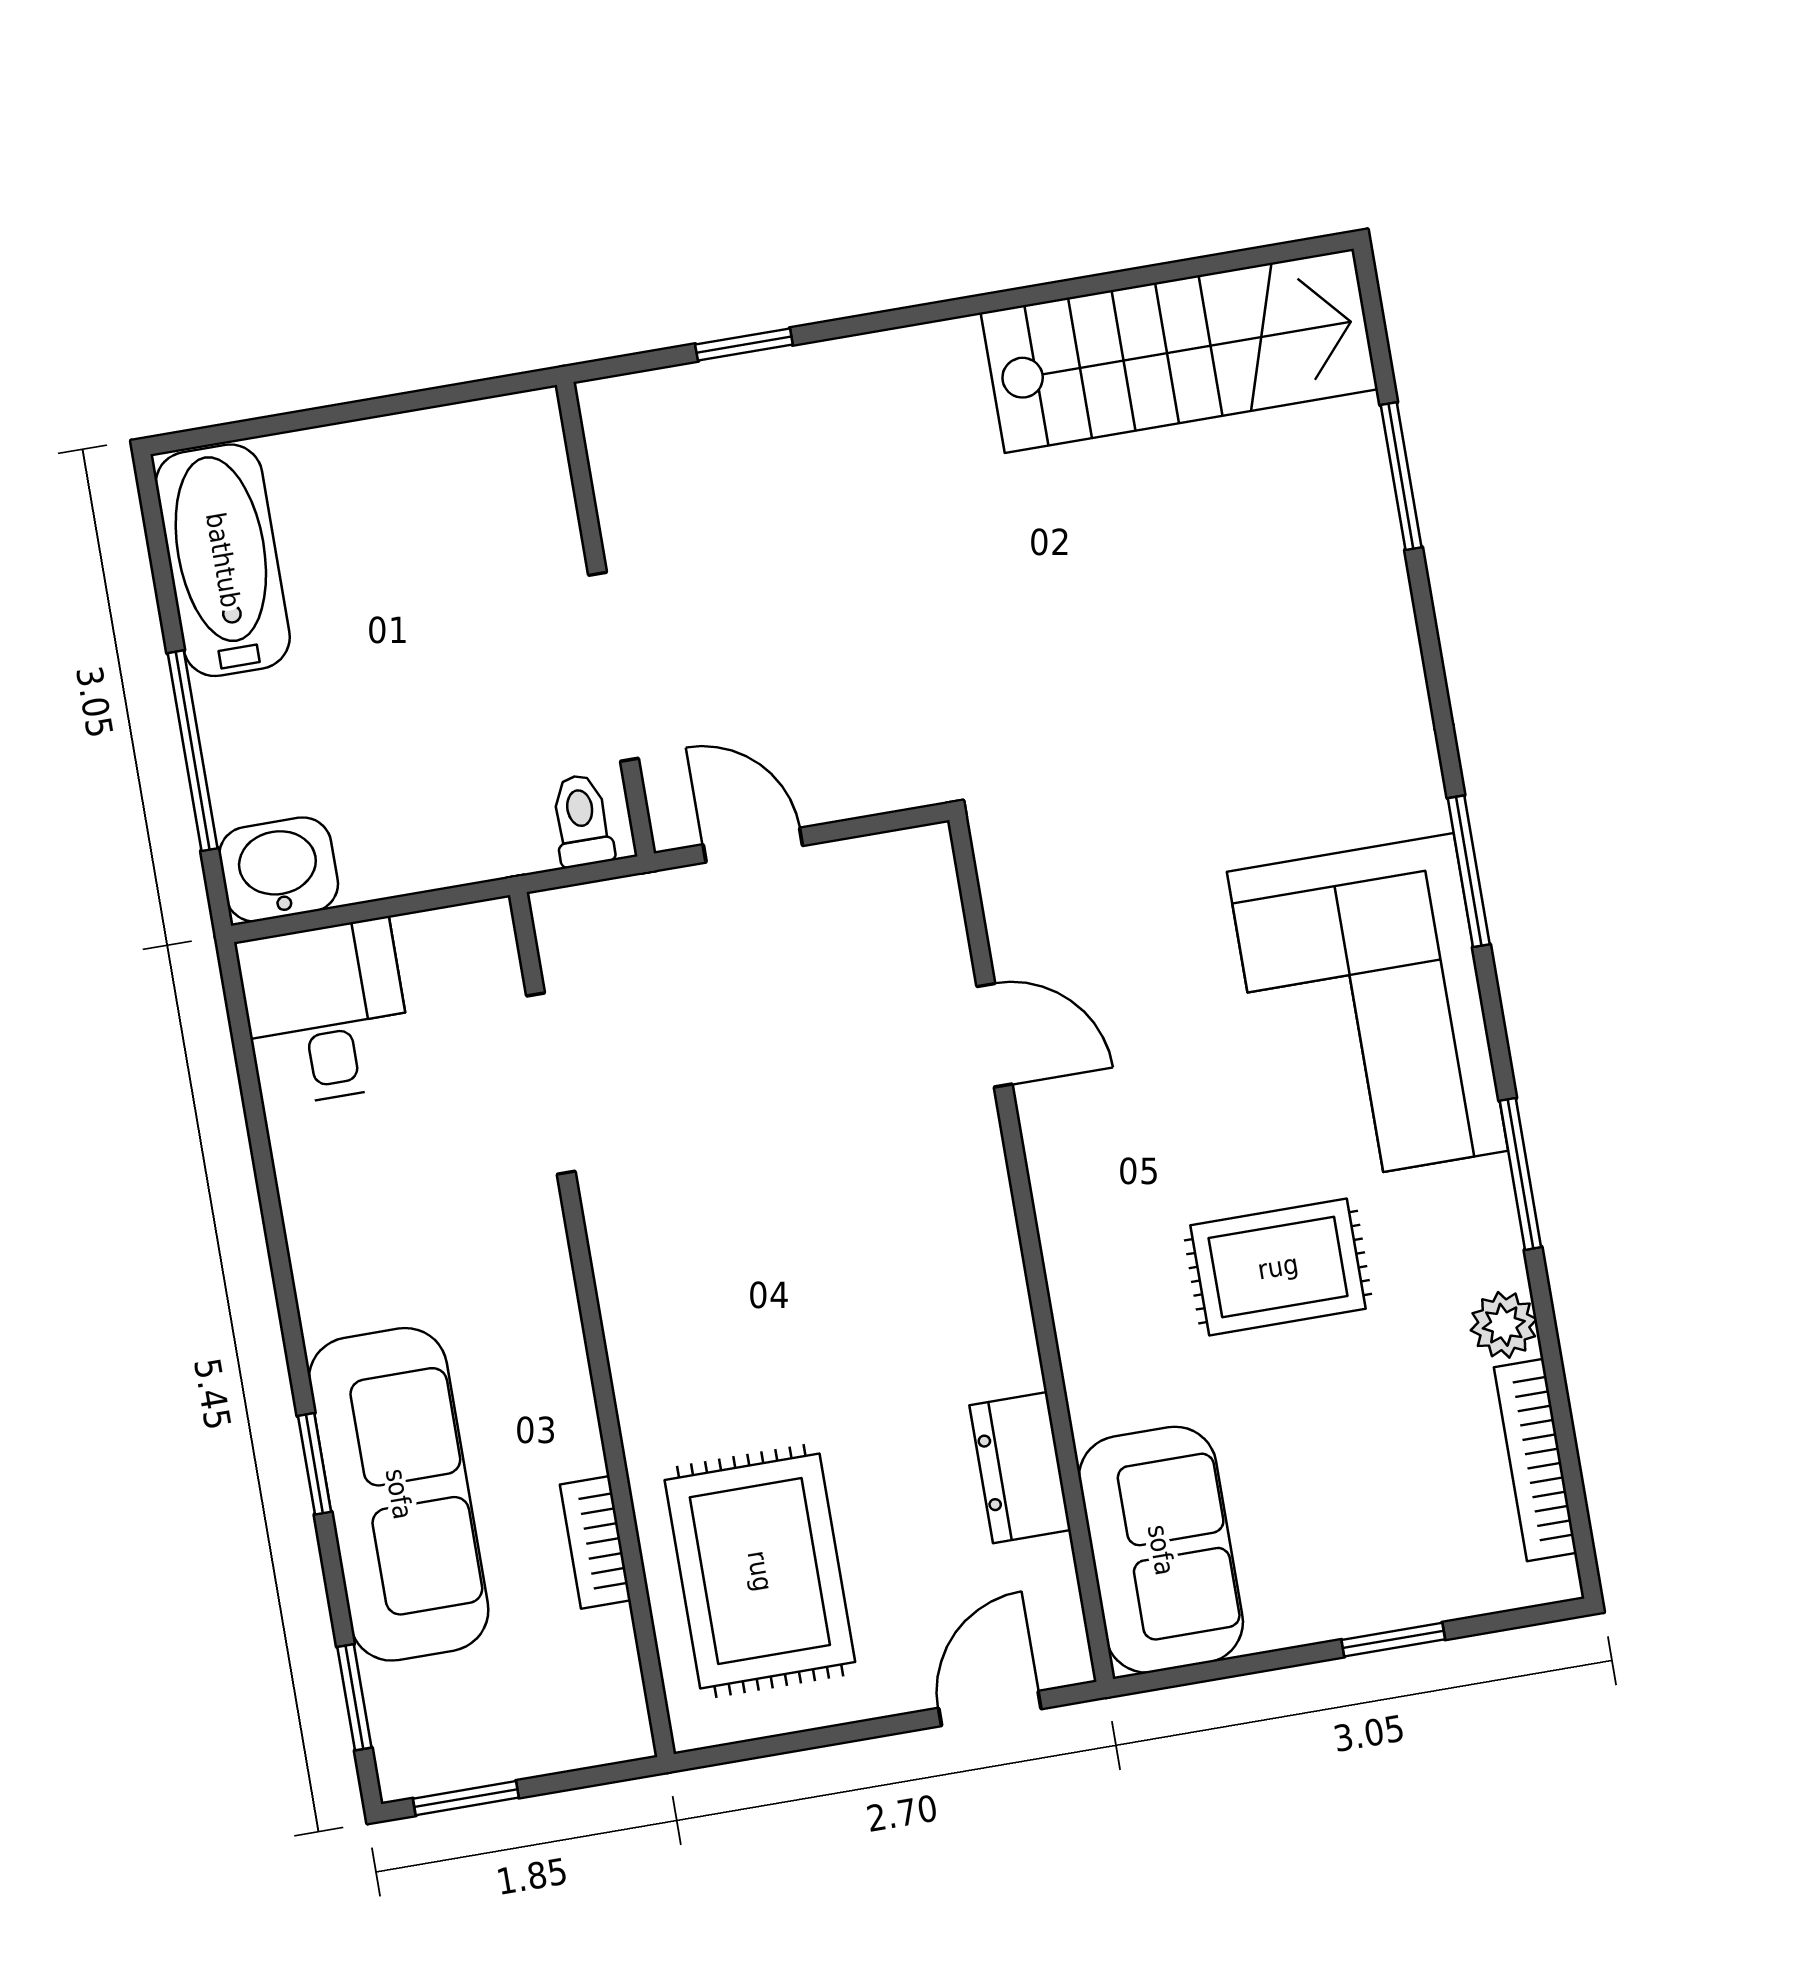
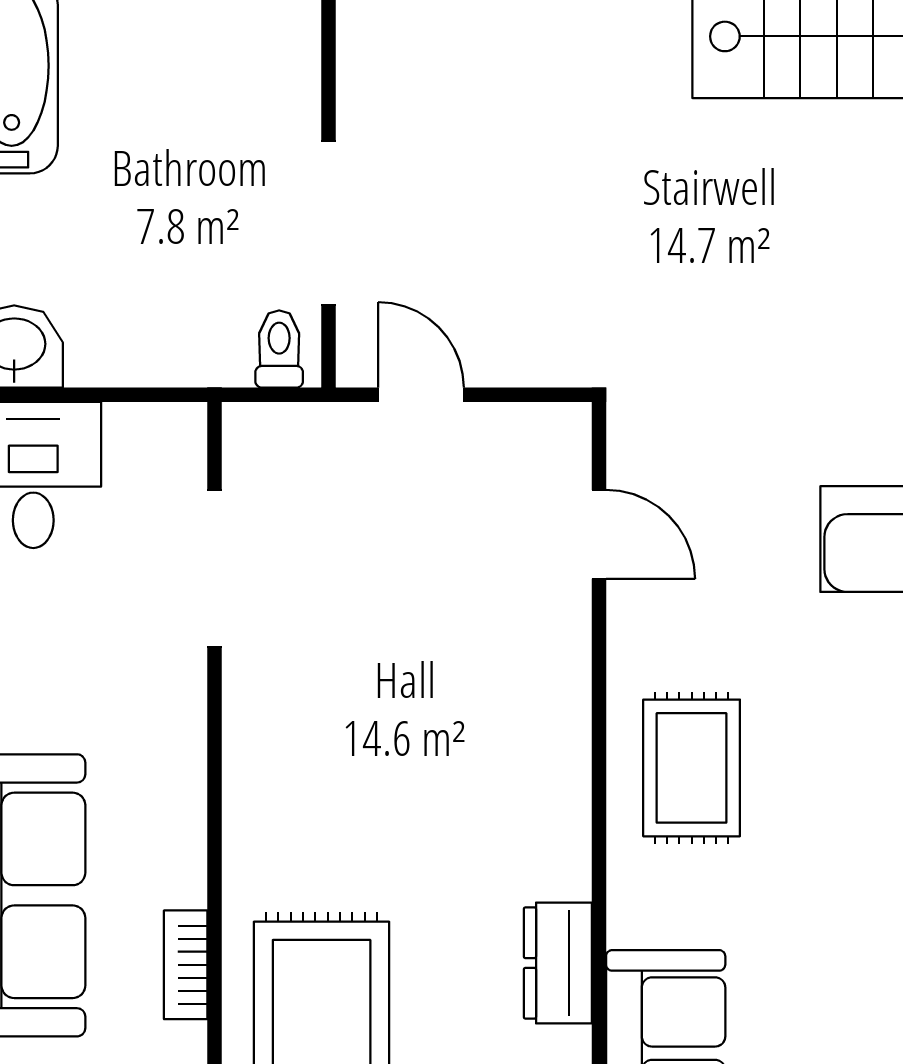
door: (995, 1035) -> (599, 534), moved
rug: (1278, 1267) -> (692, 768), moved, turned 90

